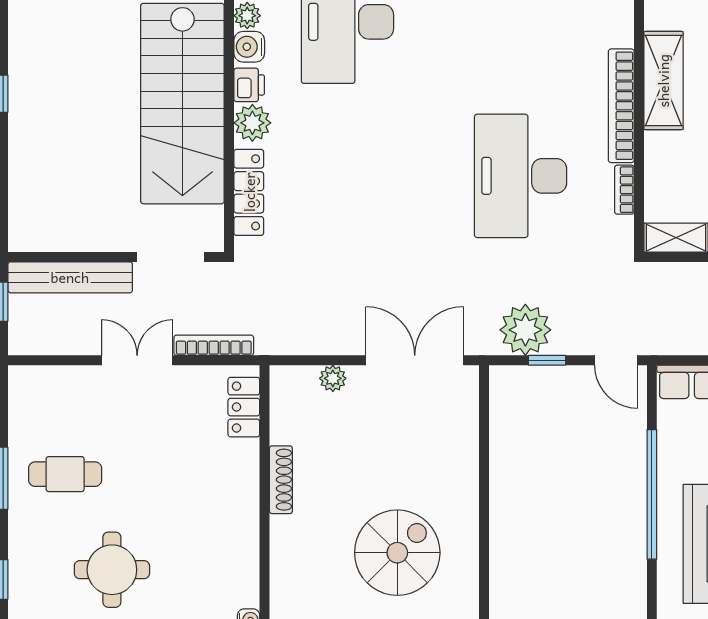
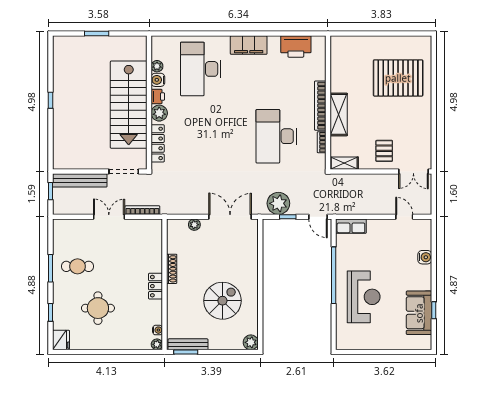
shelving: (663, 81) -> (339, 114), moved
locker: (244, 407) -> (156, 286), moved

